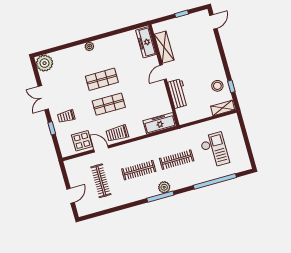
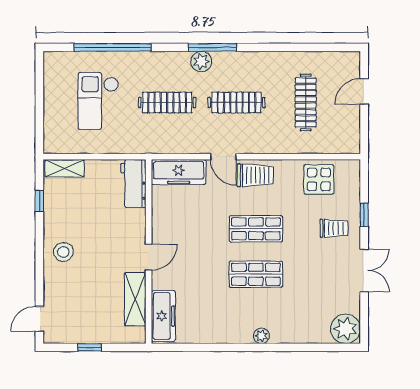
stool: (217, 86) -> (63, 252), moved
workbench: (178, 94) -> (133, 184), moved
door: (101, 149) -> (223, 157), moved

